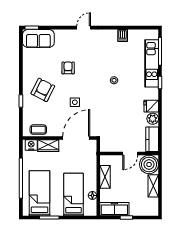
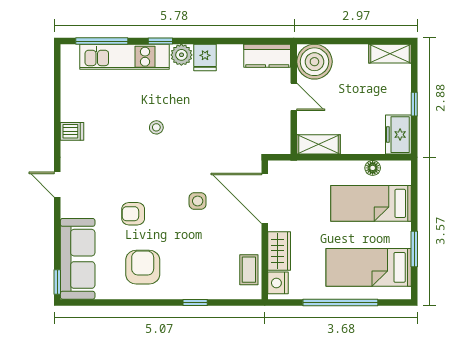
dishwasher: (123, 35) -> (72, 131), moved
sofa: (38, 38) -> (78, 259), width x1.36
armchair: (43, 90) -> (143, 267), moved, turned 63
plant: (153, 119) -> (181, 55), moved
shelving: (105, 177) -> (319, 144), moved
shelving: (153, 186) -> (390, 54), moved
freezer: (114, 209) -> (398, 135), width x0.71

